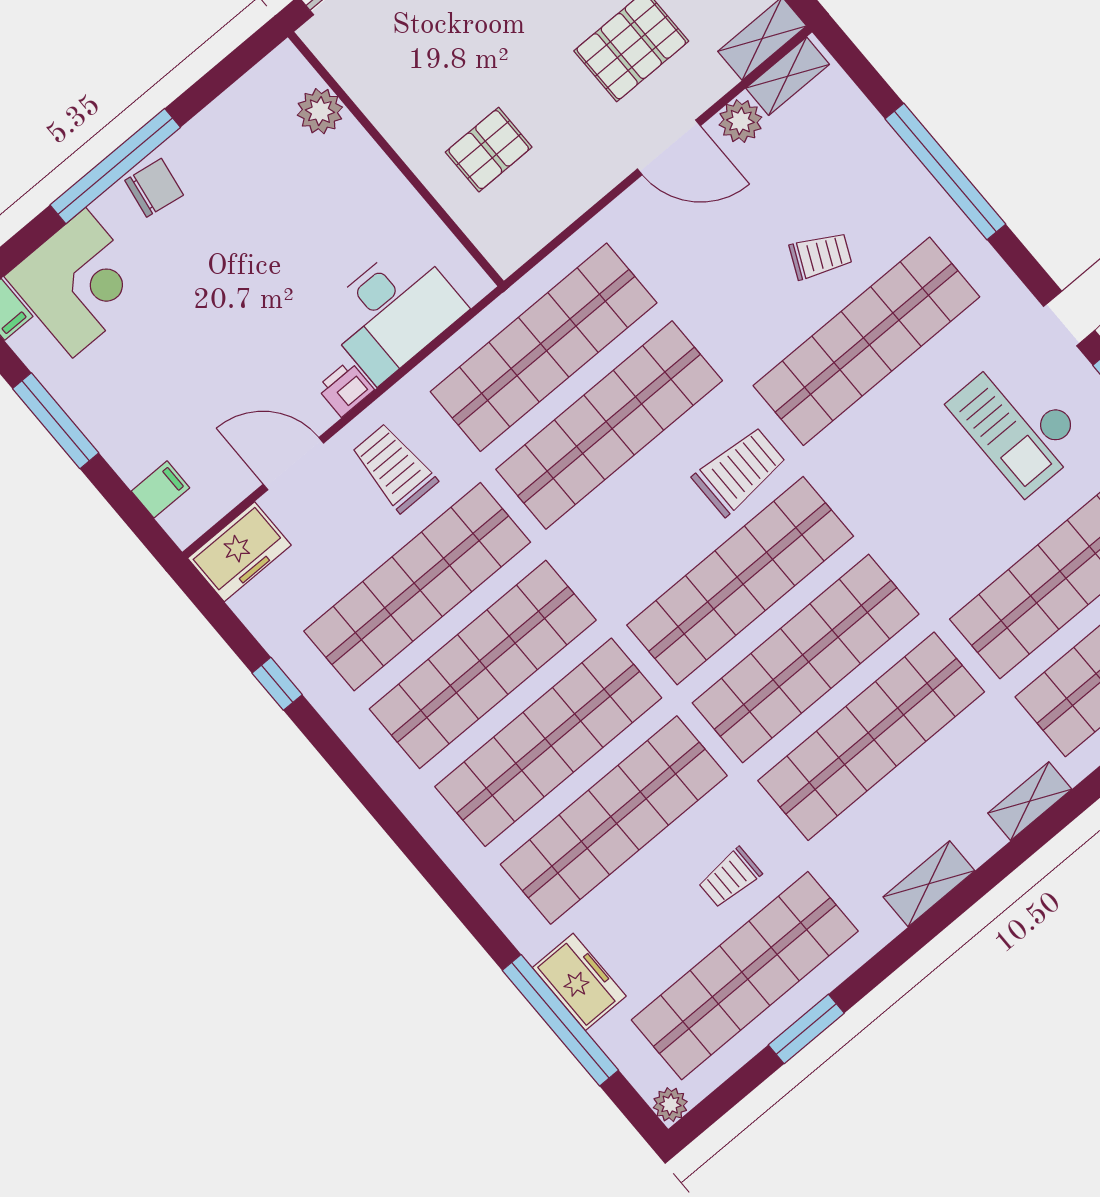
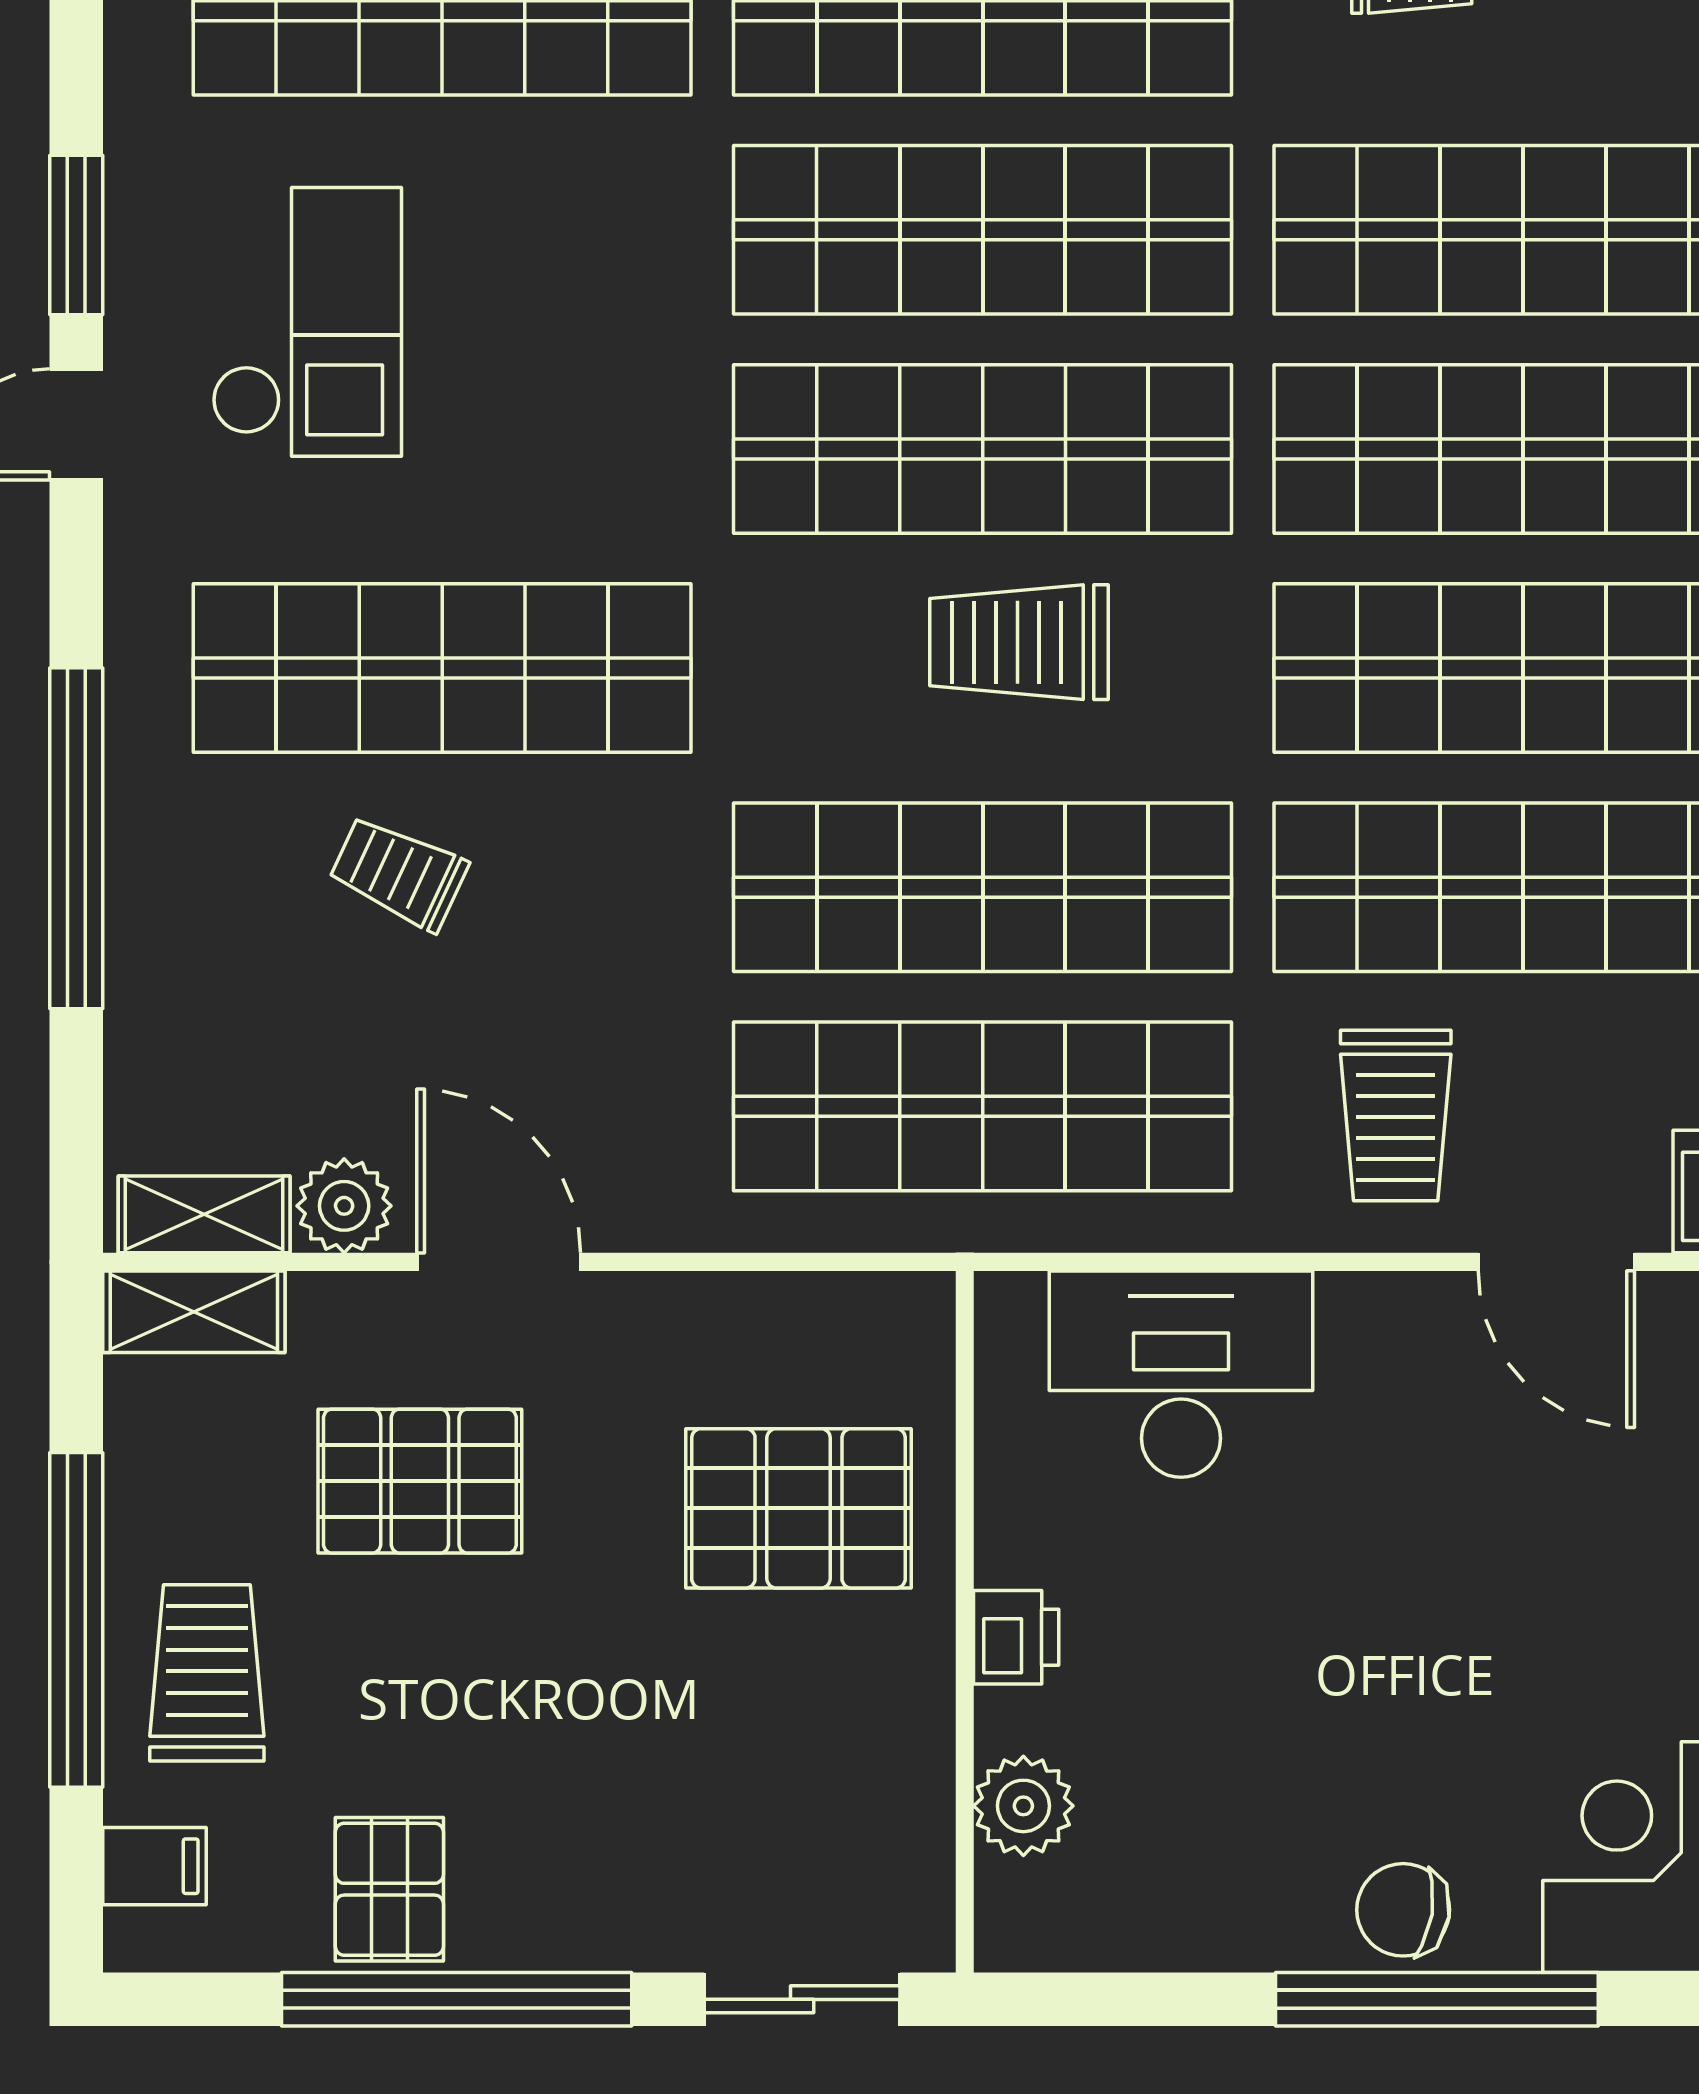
pallet: (489, 150) -> (799, 1508), width x1.50, depth x1.42
printer: (345, 389) -> (1016, 1637), moved, turned -90
trolley: (739, 471) -> (1019, 642), moved

